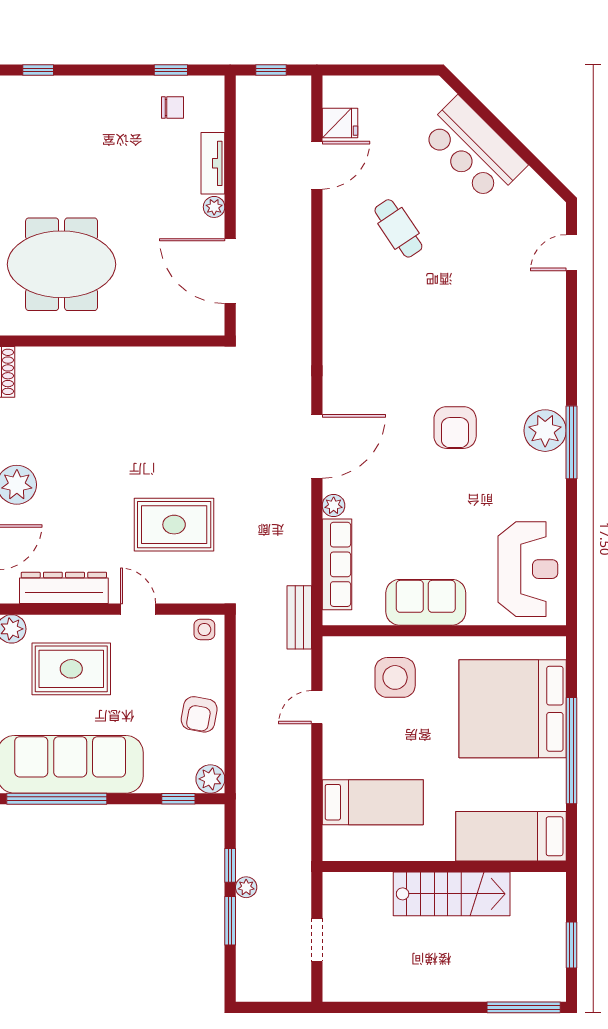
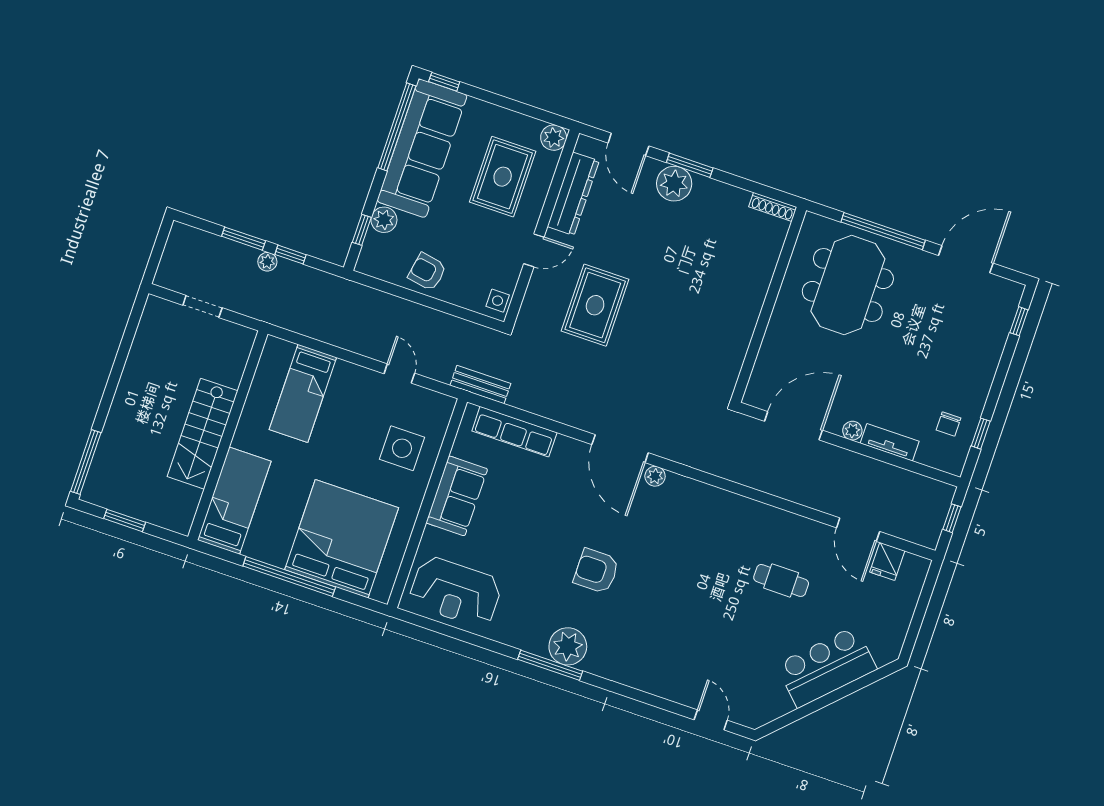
cafe table: (398, 228) -> (781, 580), turned 34
plant: (334, 506) -> (655, 476), moved
plant: (210, 779) -> (384, 220), moved

